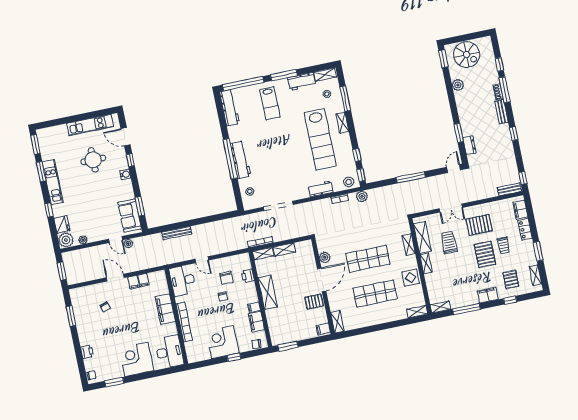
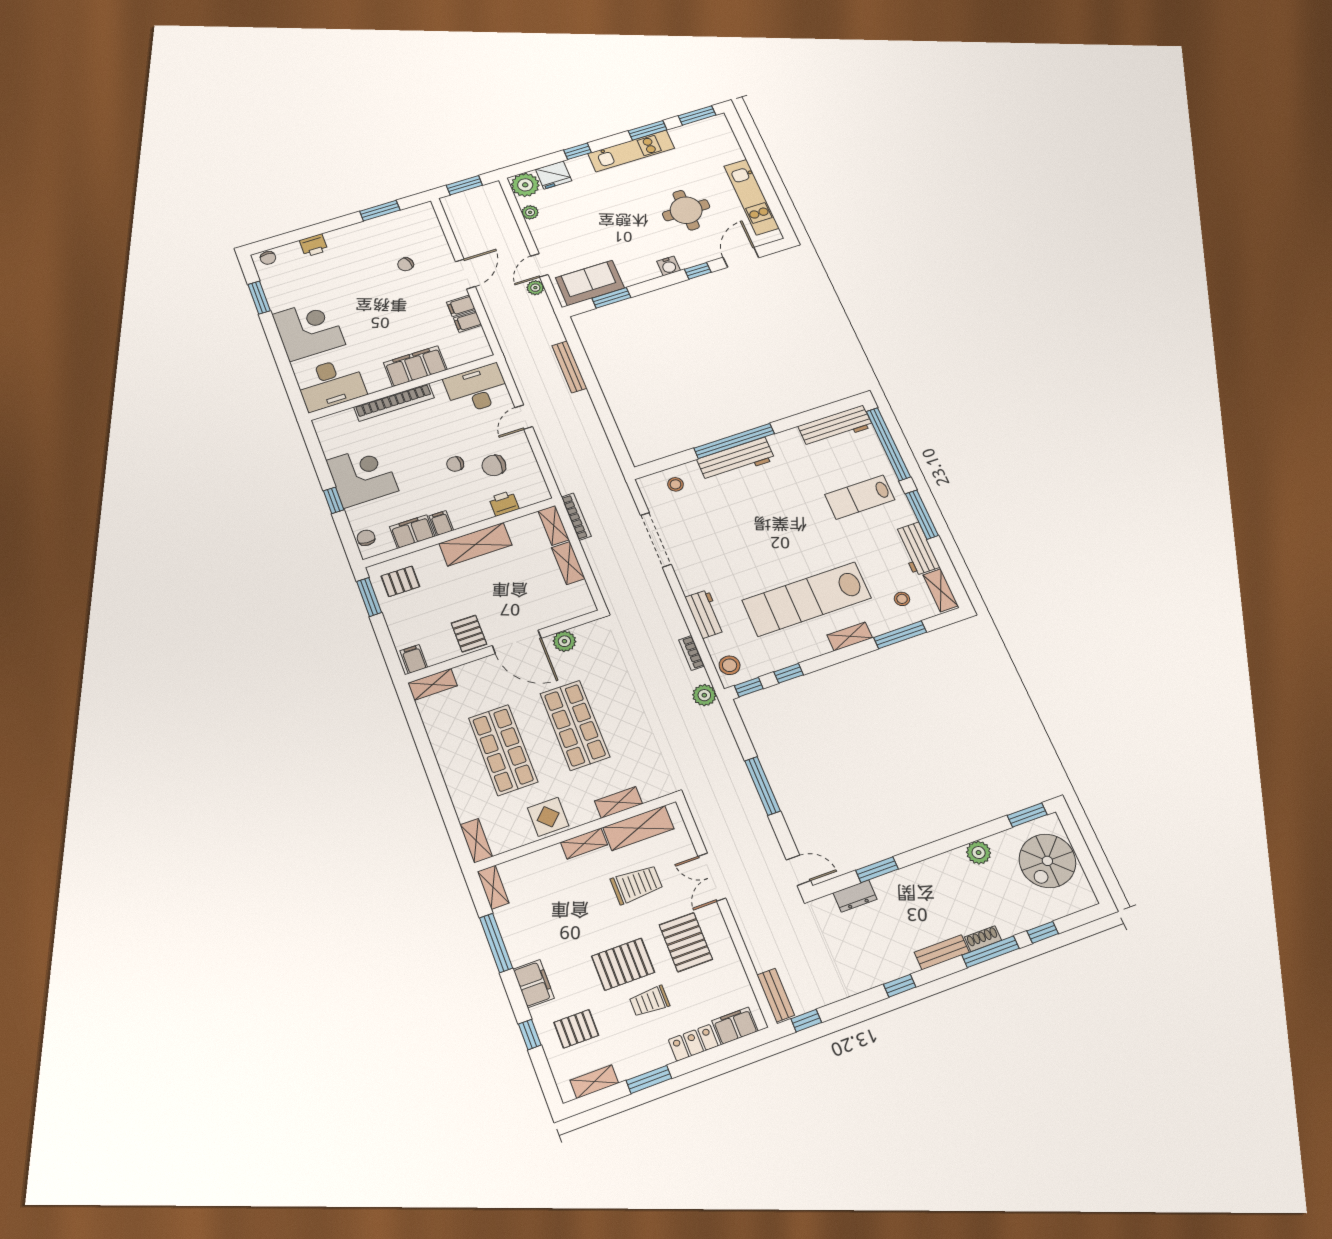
pallet: (282, 330) -> (400, 581), added

